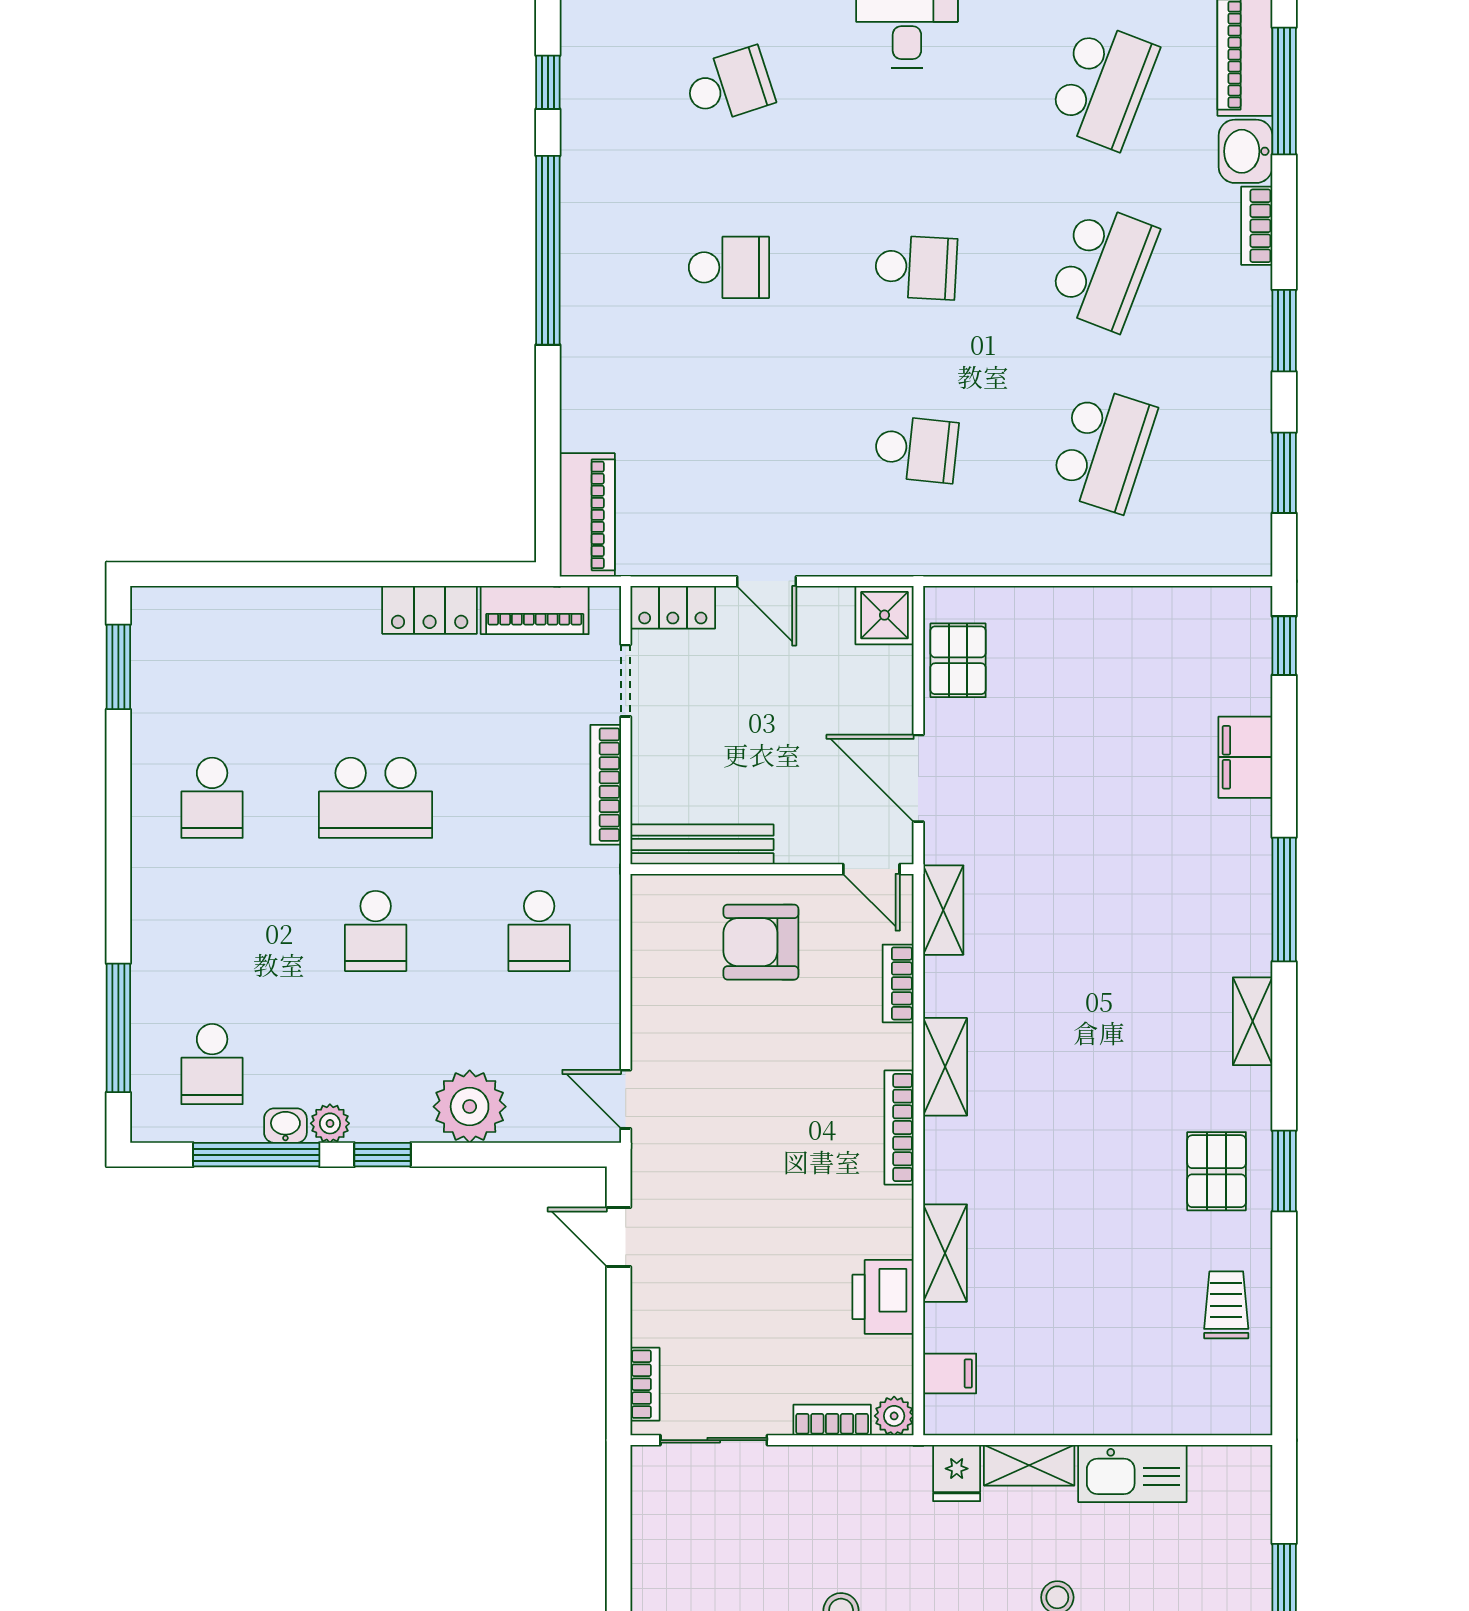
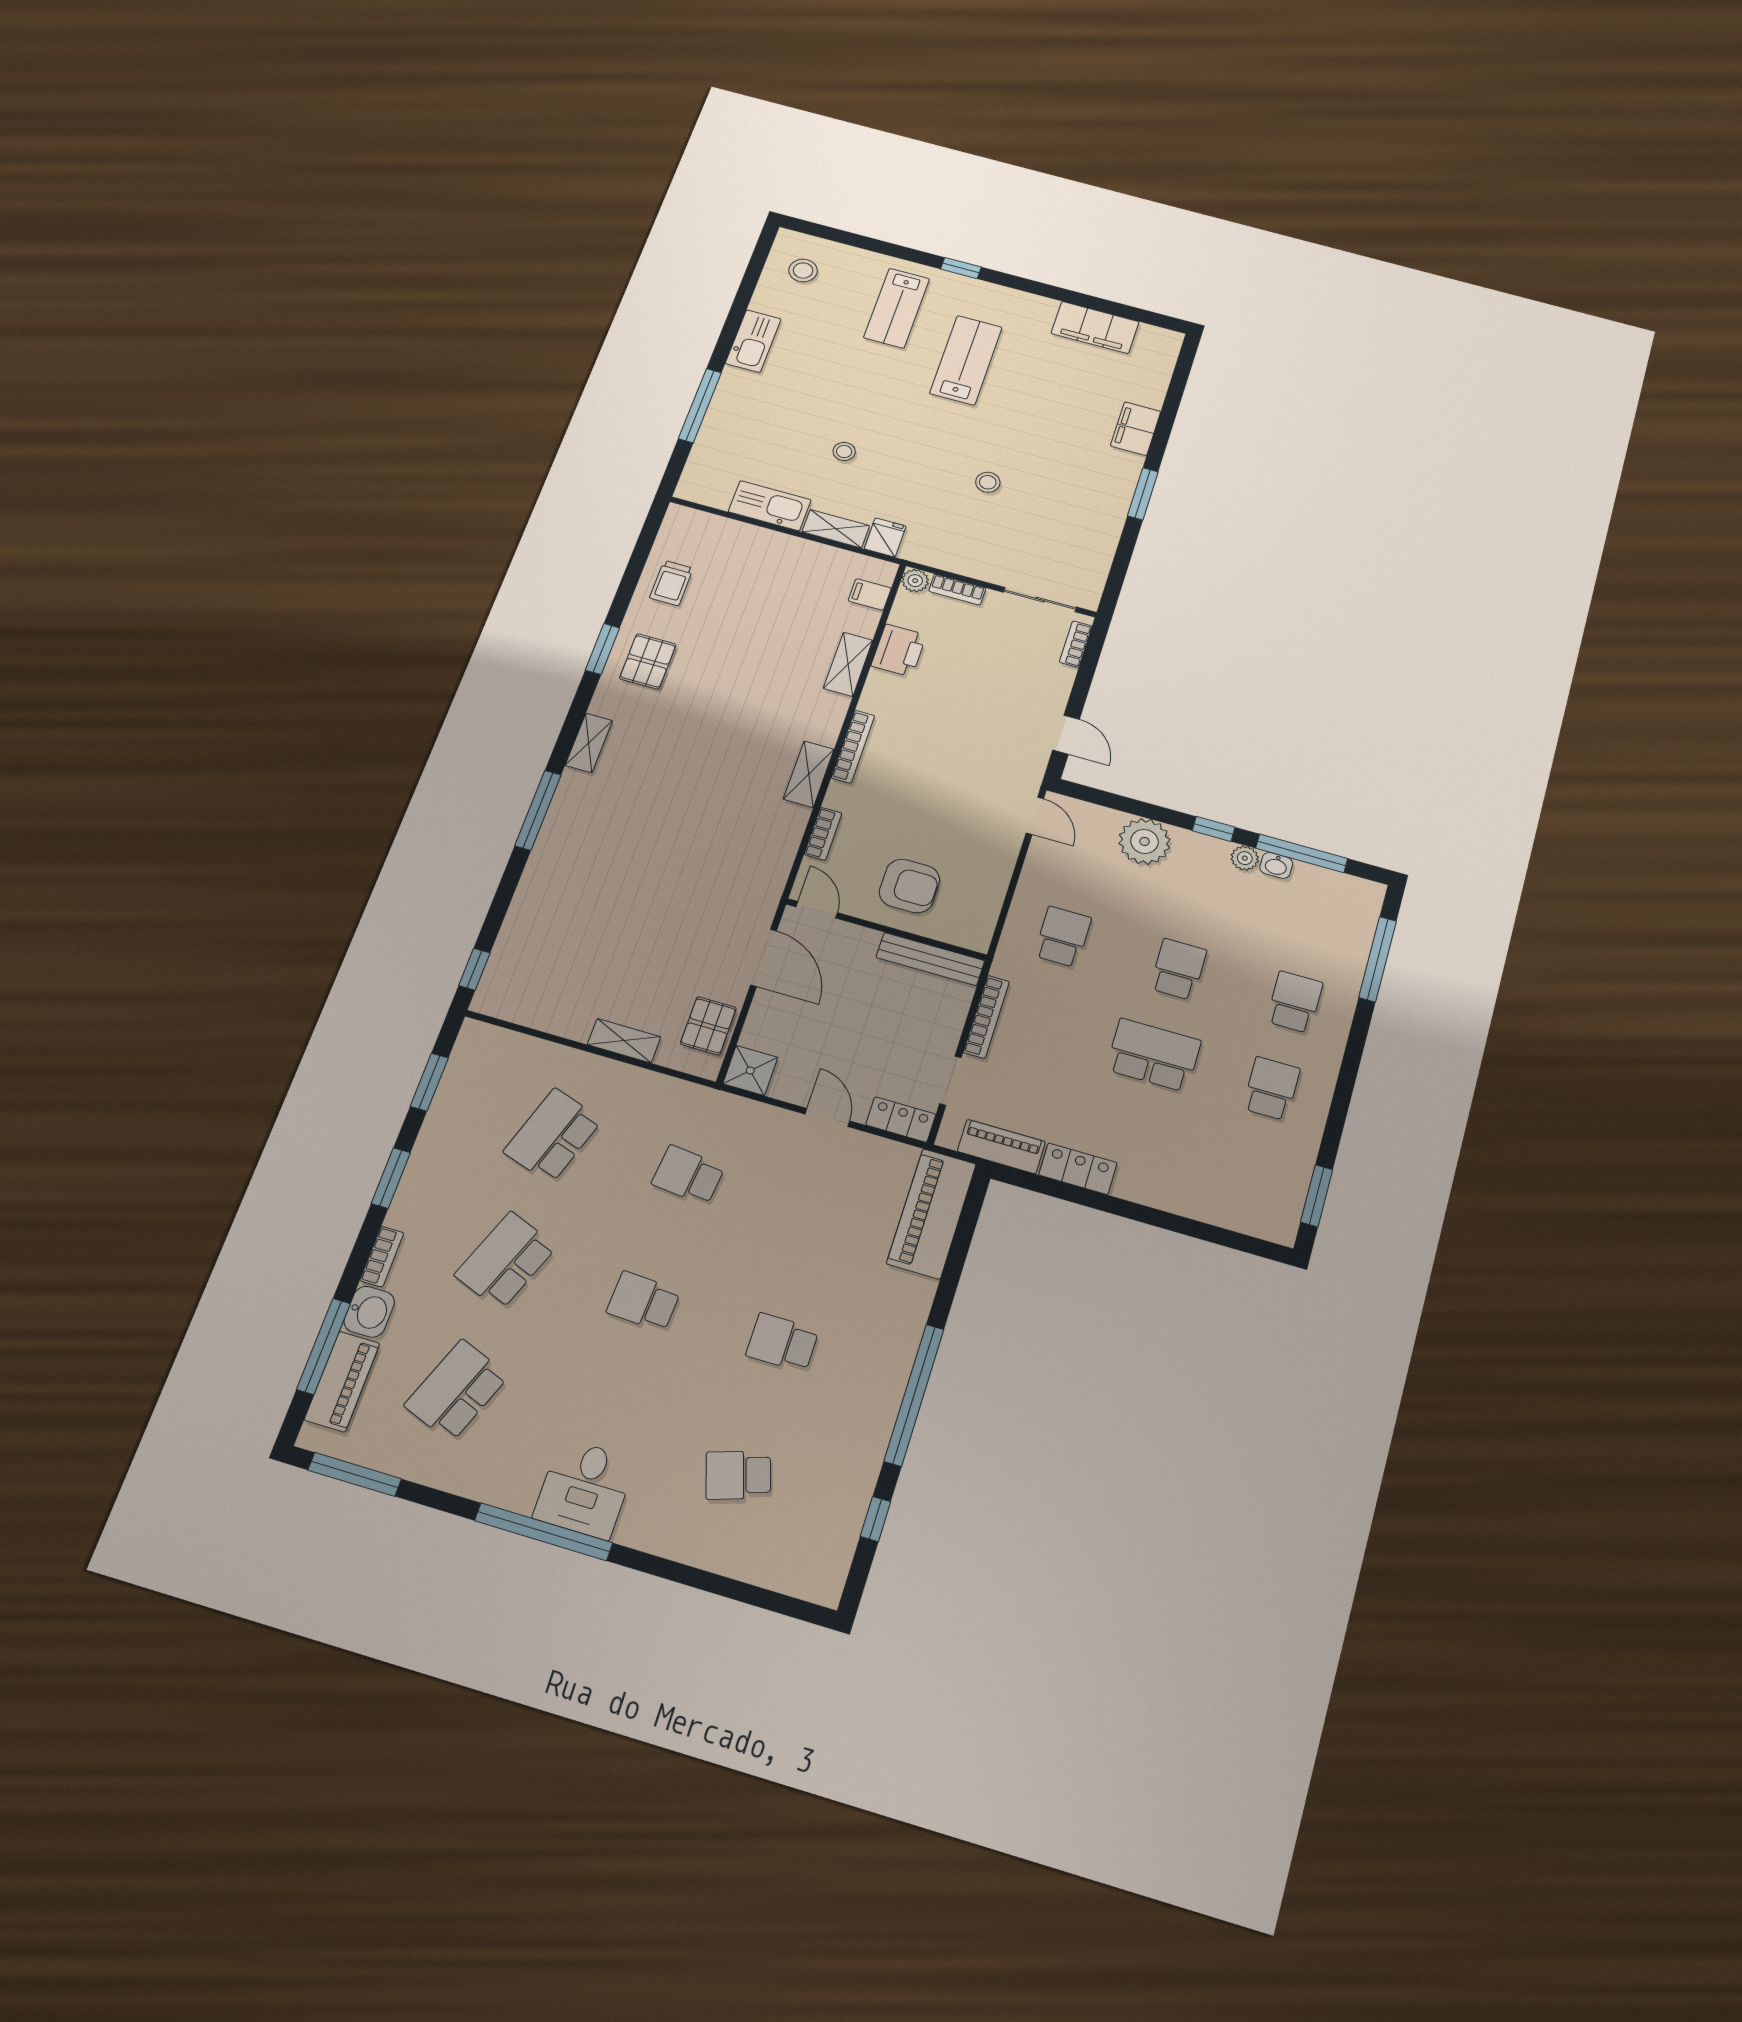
piano: (587, 515) -> (931, 1214), width x1.37, depth x1.33
filing cabinet: (1245, 757) -> (530, 906), removed
shelving: (943, 910) -> (624, 1041), moved, turned 90
school desk: (212, 1064) -> (1295, 1002), moved

